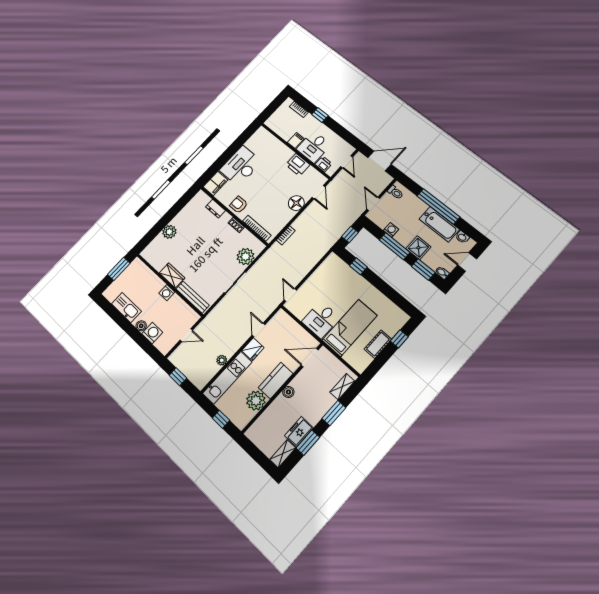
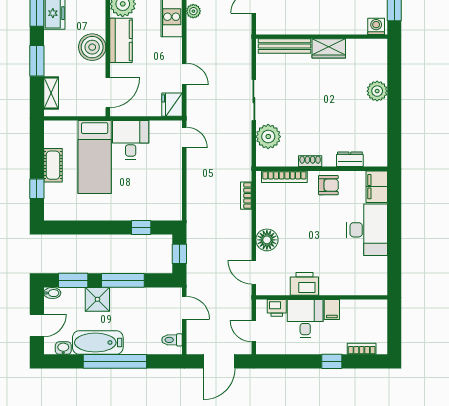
washing machine: (391, 230) -> (142, 295), removed
washing machine: (167, 293) -> (376, 26), moved
fridge: (253, 349) -> (172, 105), moved
boiler: (288, 392) -> (92, 47), width x1.86, depth x1.86

